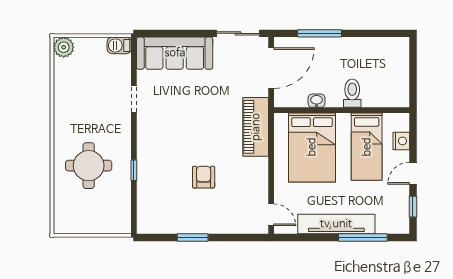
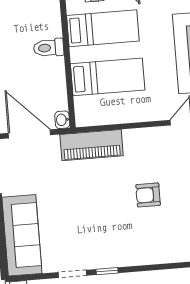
washbasin: (317, 101) -> (62, 120), moved
bed: (312, 147) -> (108, 77), width x0.67
window: (134, 170) -> (107, 271), moved

